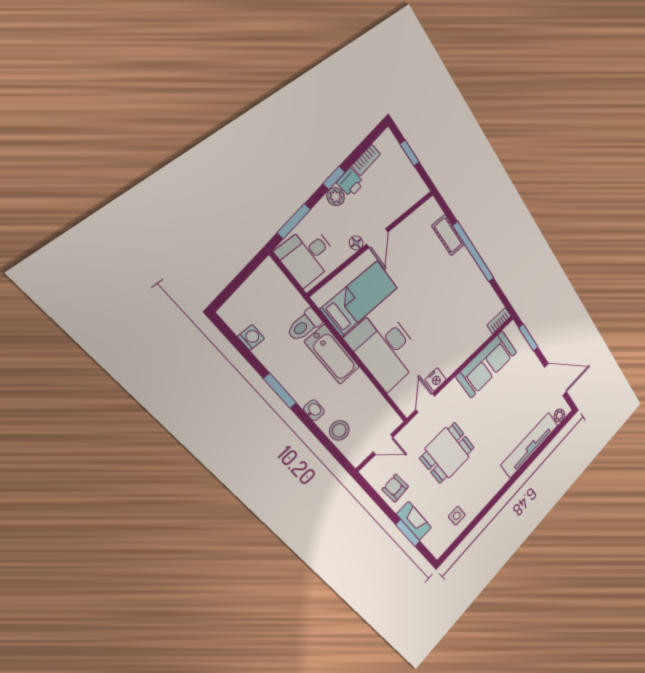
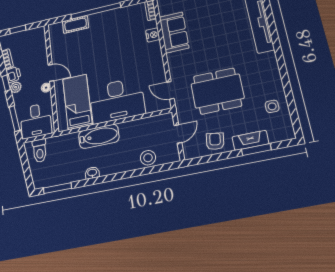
toilet: (304, 325) -> (40, 151), moved
washing machine: (251, 337) -> (59, 179), removed
sofa: (487, 364) -> (174, 32), width x0.73
nightstand: (436, 379) -> (153, 35), moved
window: (280, 391) -> (58, 188), moved
washbasin: (314, 410) -> (92, 173), moved
dining table: (447, 453) -> (217, 91), width x1.38
armchair: (395, 488) -> (215, 141), turned 102

